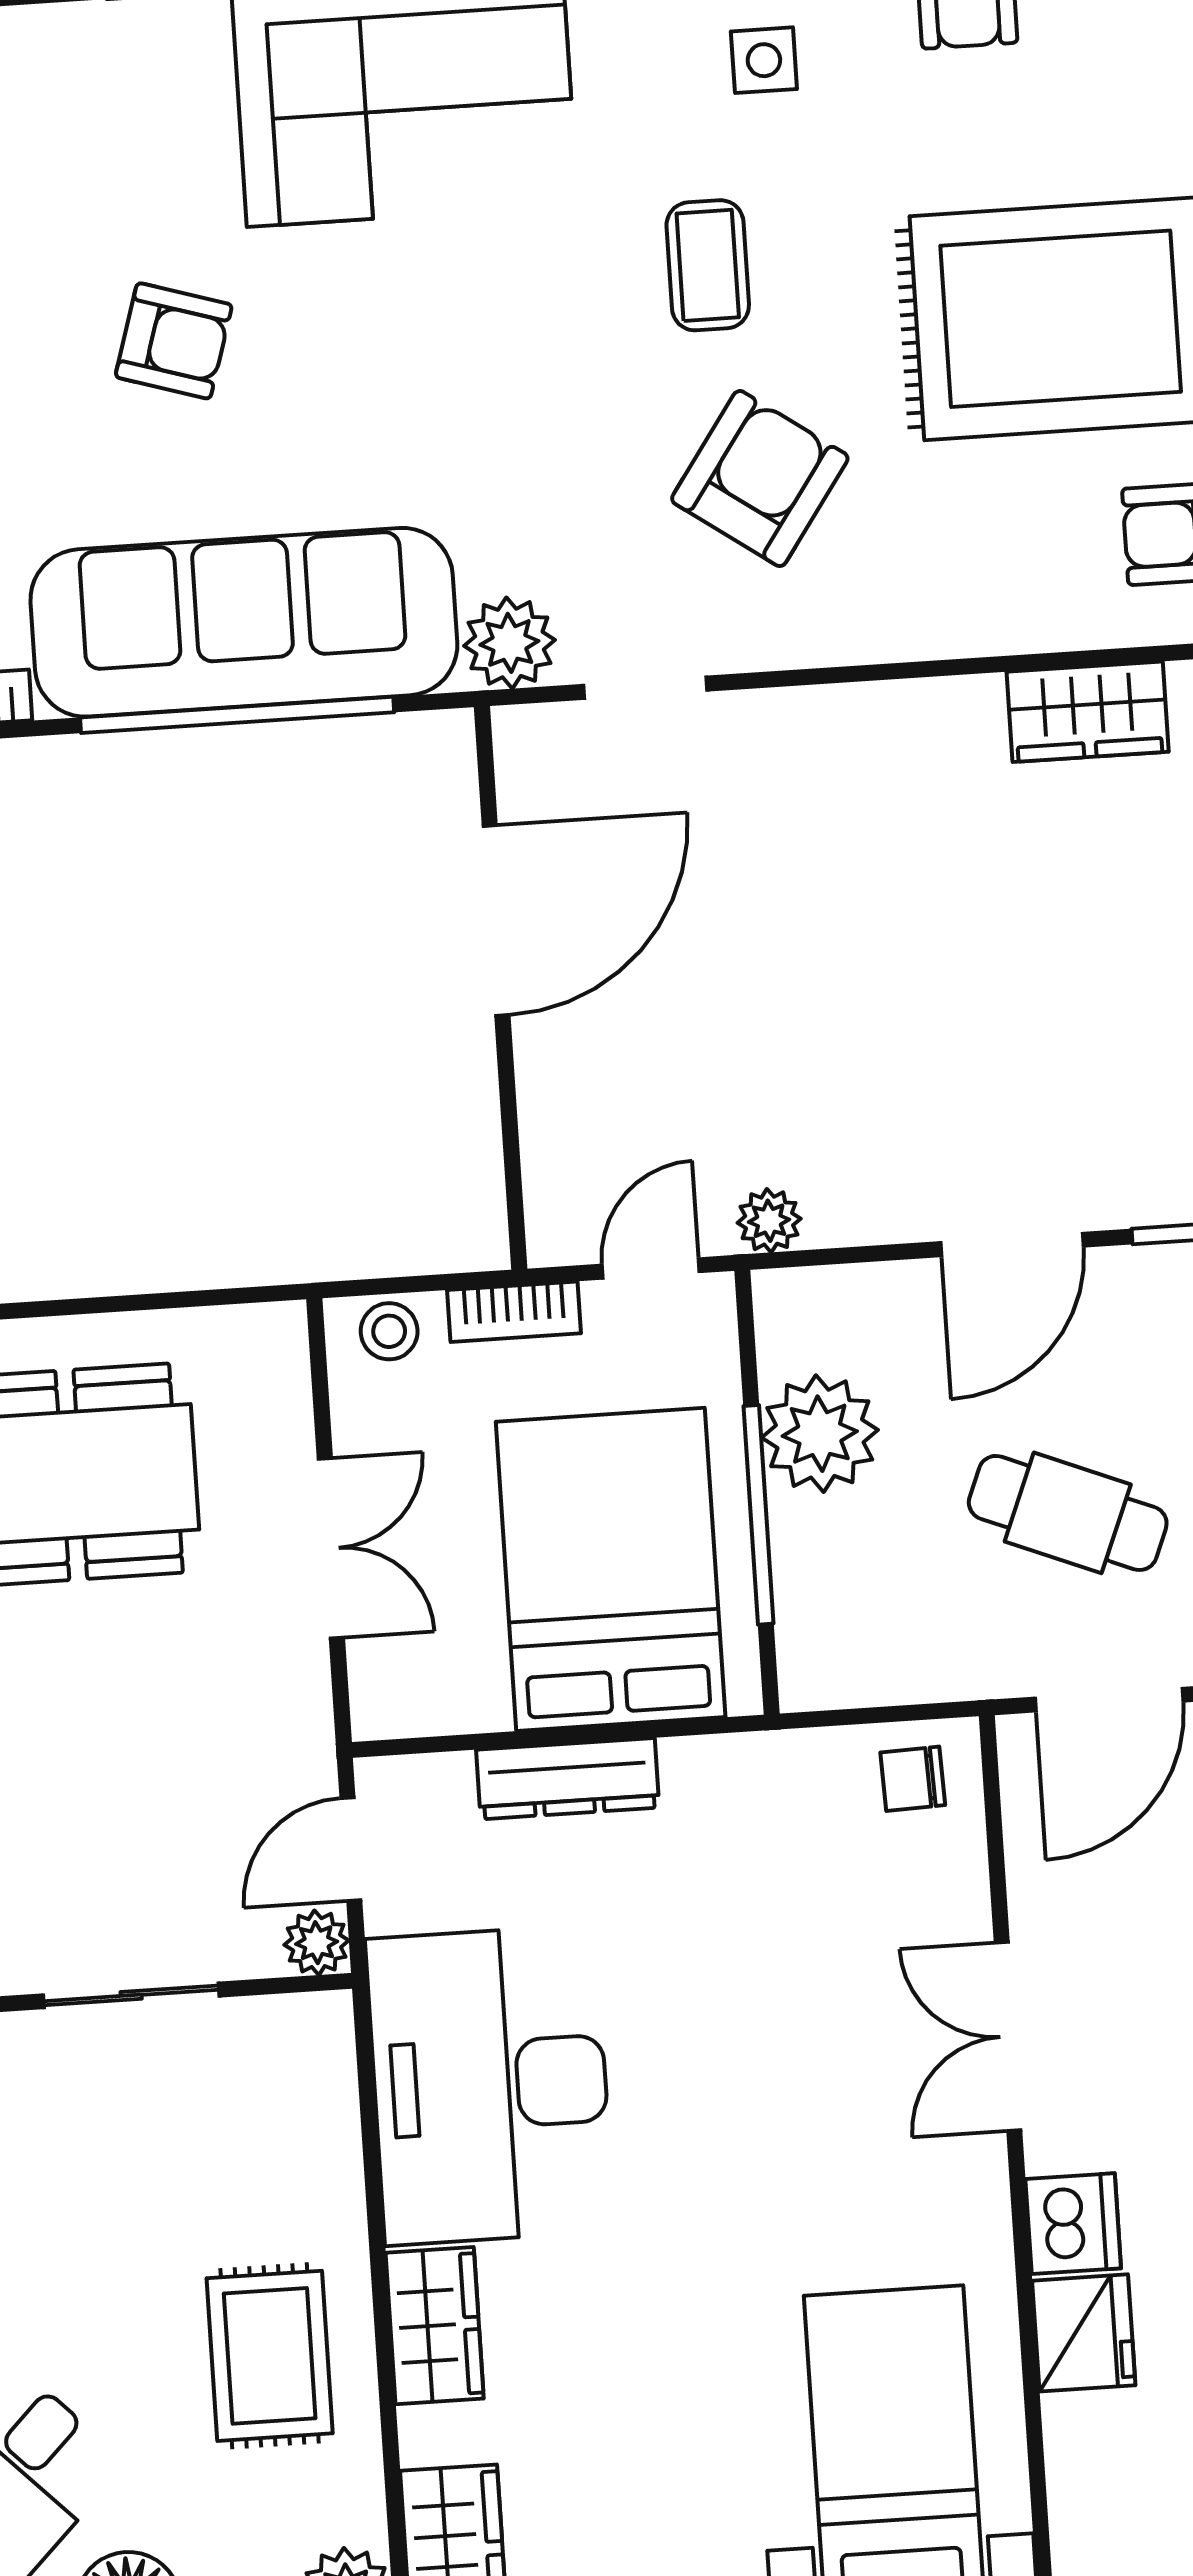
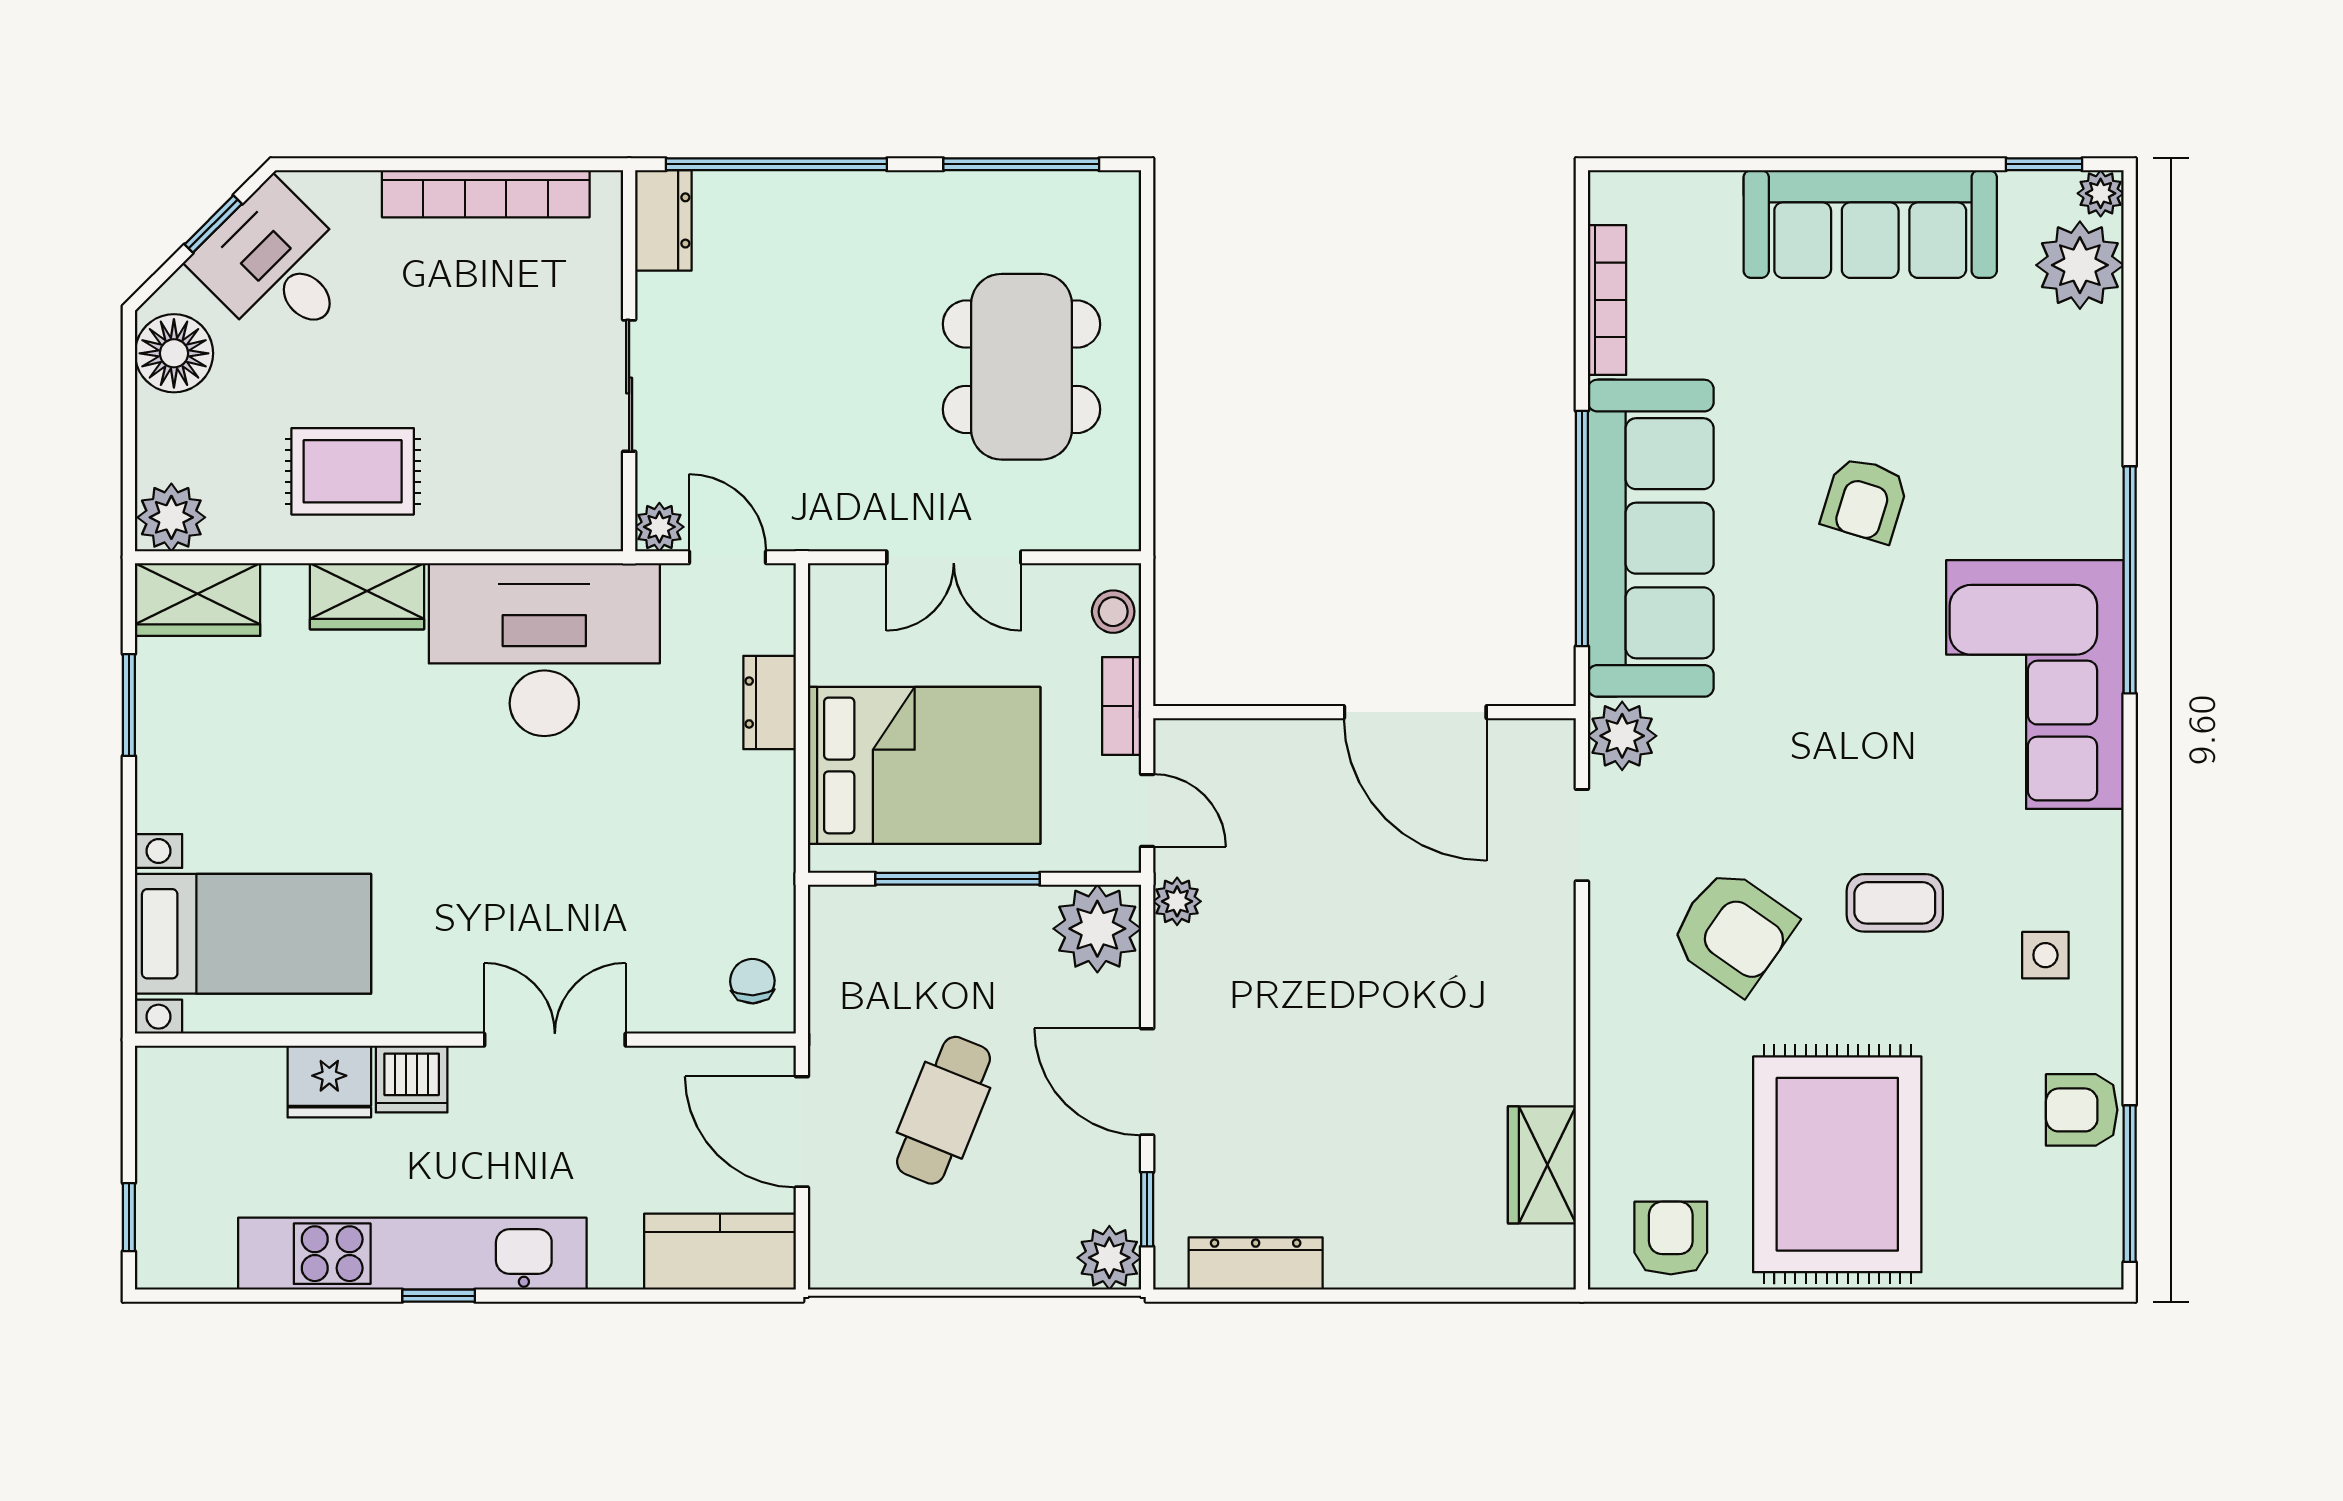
plant: (820, 1434) -> (1097, 929), moved
dresser: (568, 1779) -> (770, 703), width x0.70

